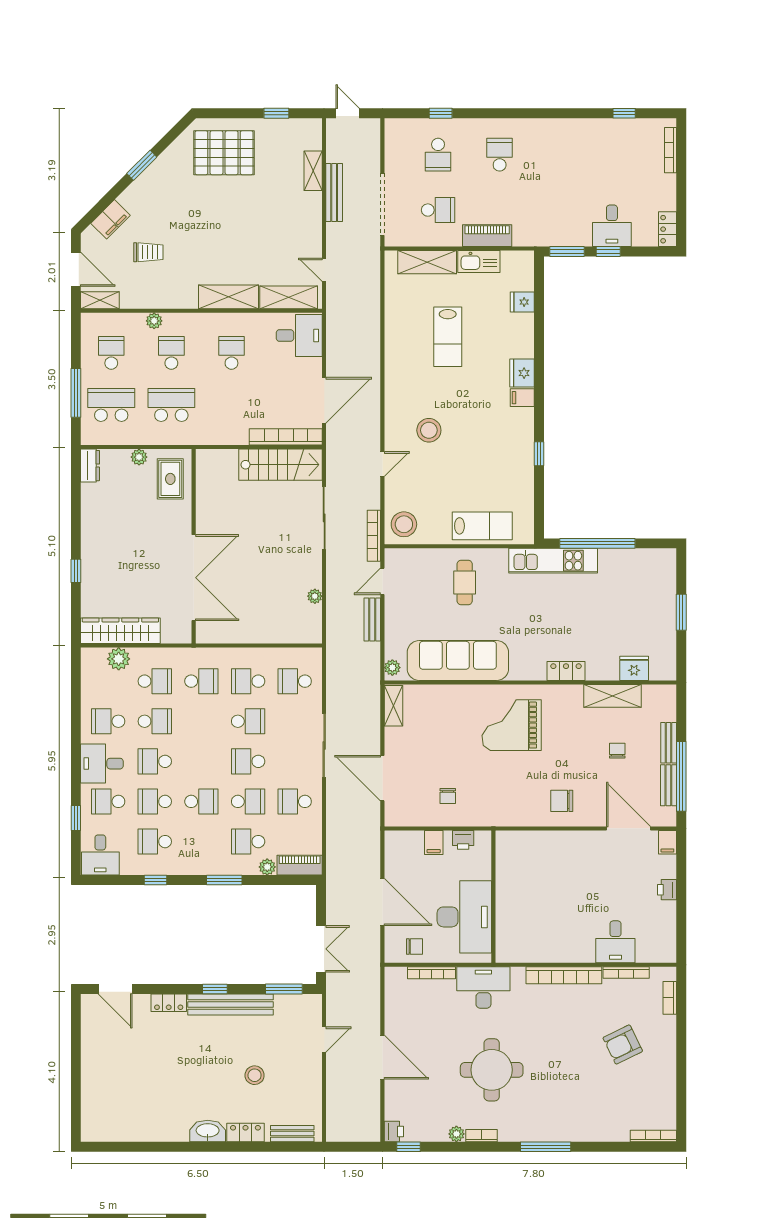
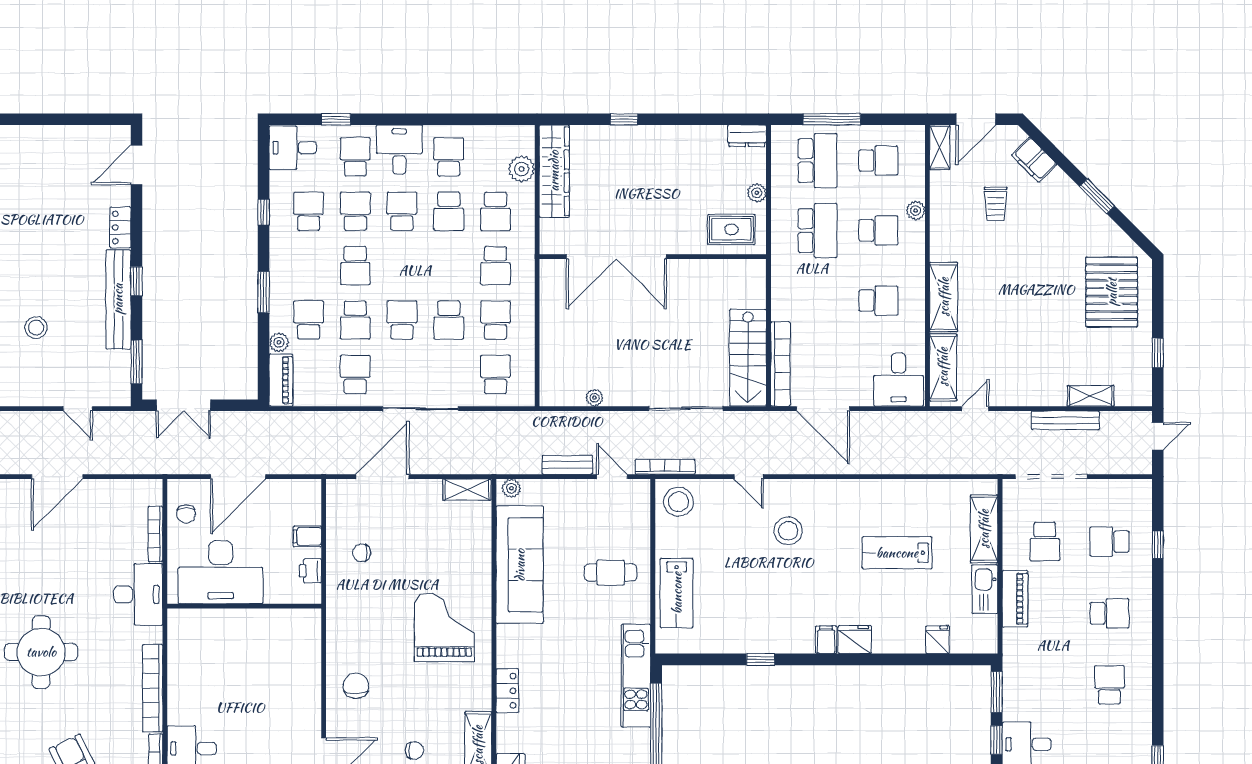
school desk: (561, 155) -> (1109, 685), added
round table: (492, 1070) -> (41, 652), moved

